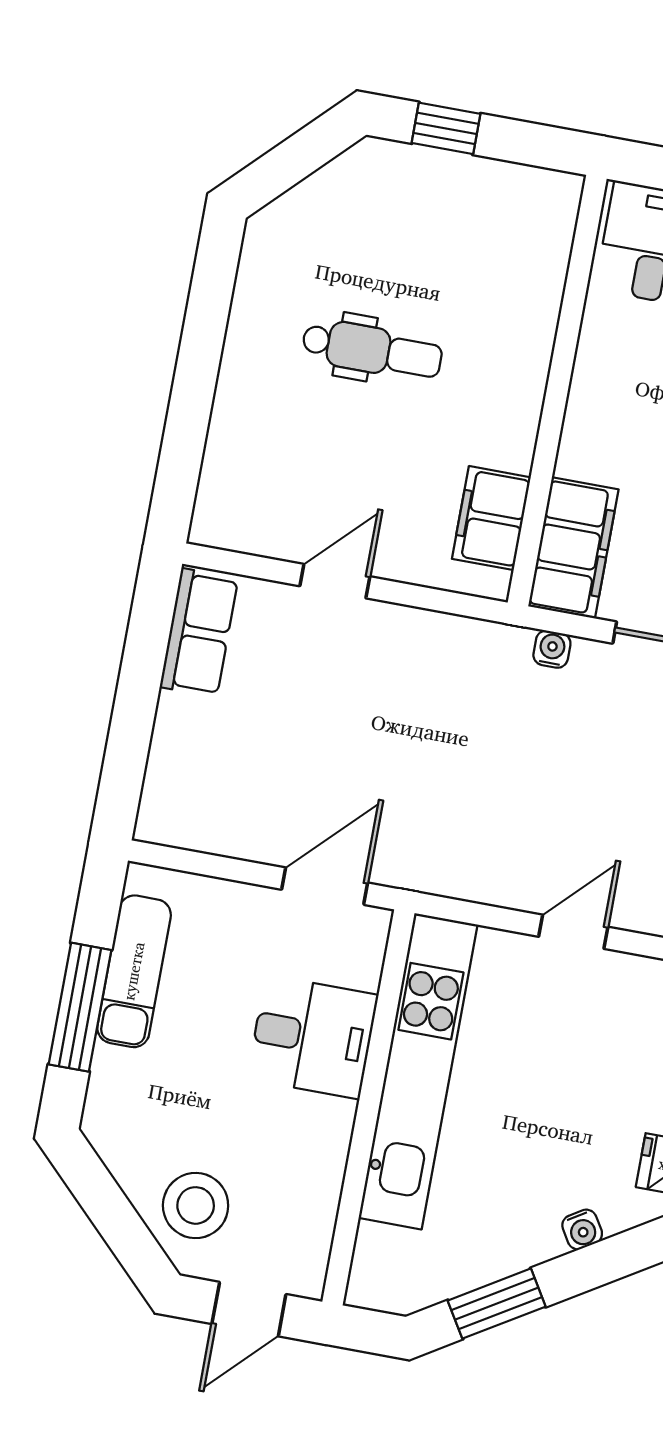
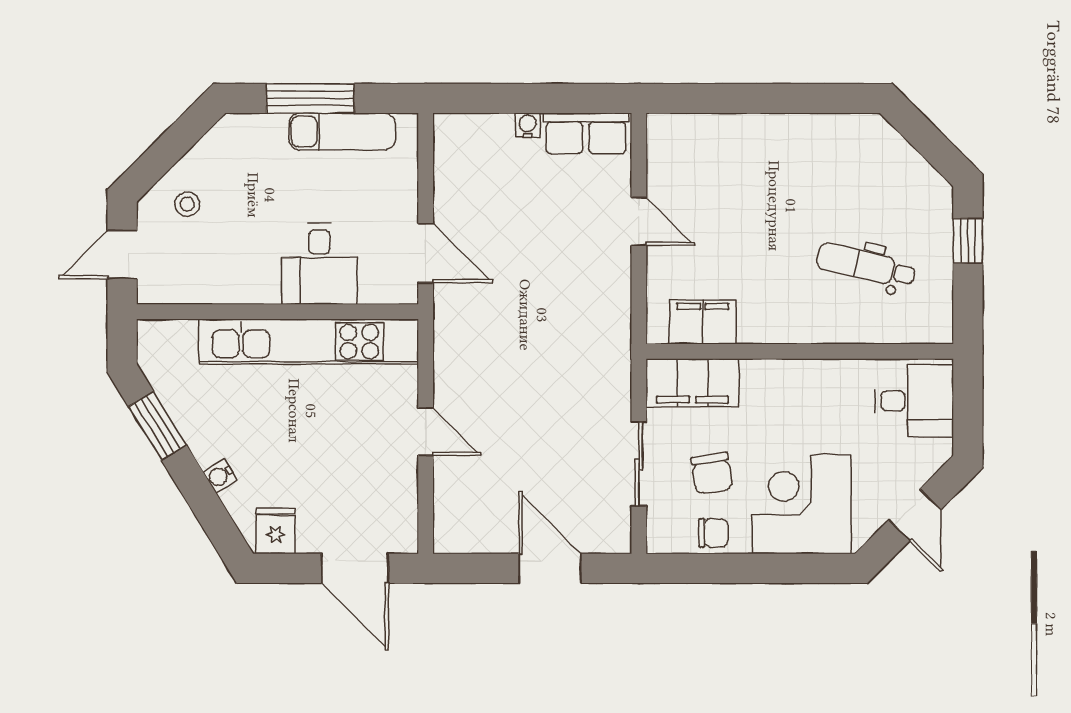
dental chair: (372, 350) -> (866, 266), moved, turned 103
water cooler: (552, 649) -> (528, 125), moved, turned -90
stool: (196, 1205) -> (187, 204), width x0.53, depth x0.53
door: (249, 1309) -> (122, 254), hinge flipped

